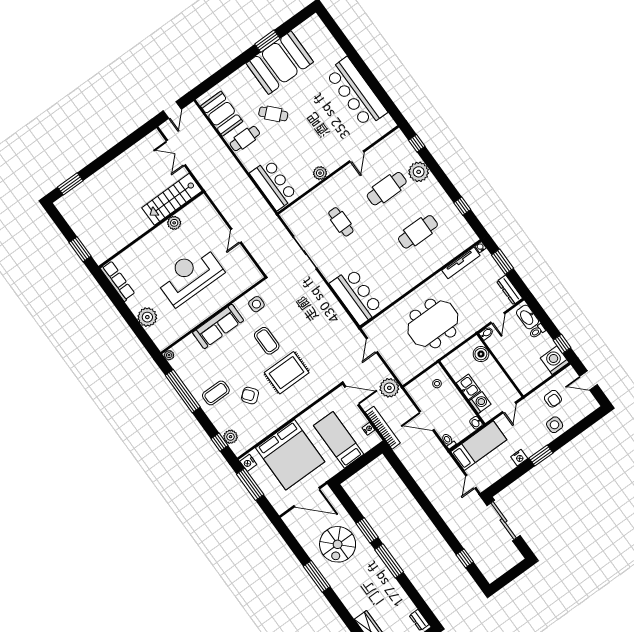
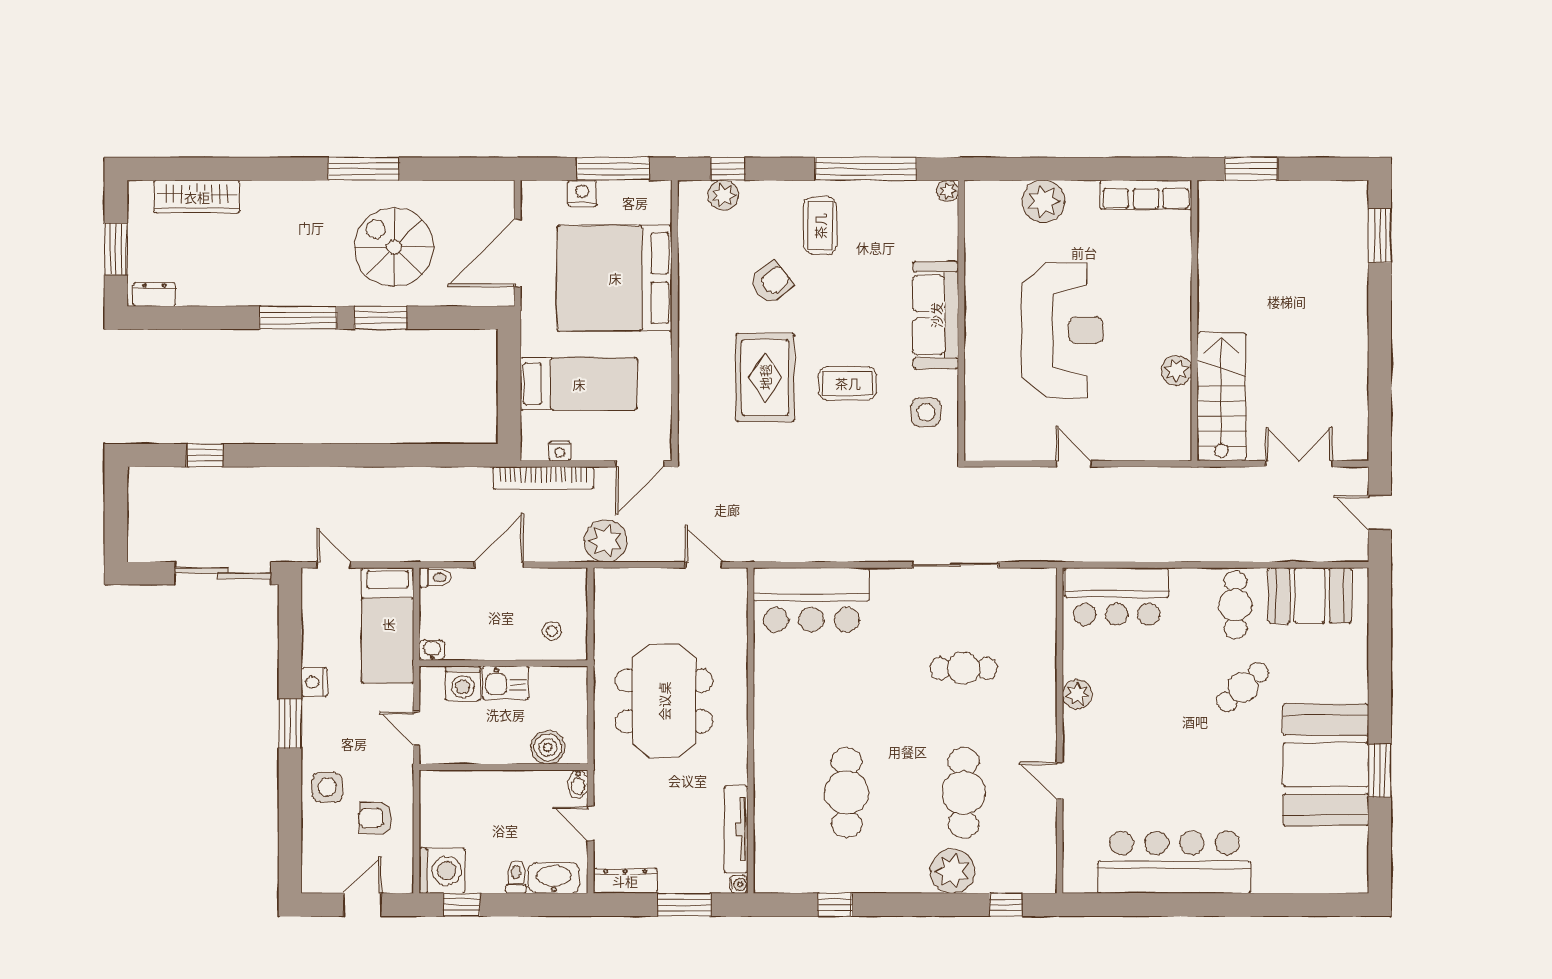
nightstand: (248, 463) -> (582, 193), moved

